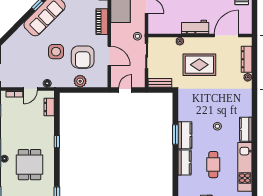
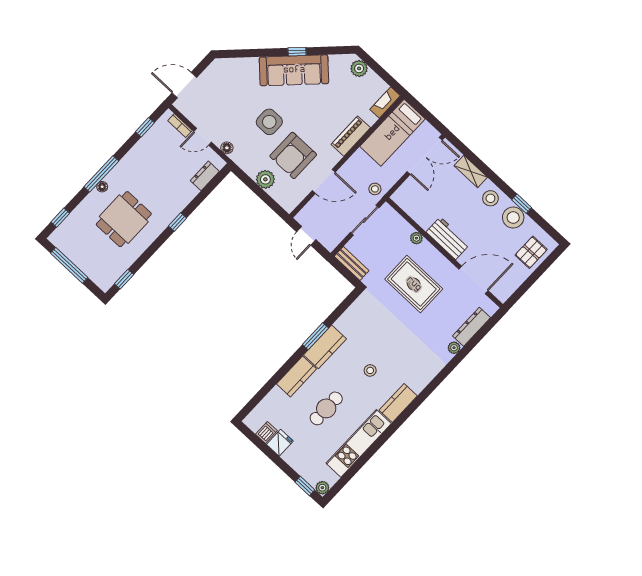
door: (109, 56) -> (324, 181), hinge flipped
door: (125, 90) -> (306, 236), swing flipped

